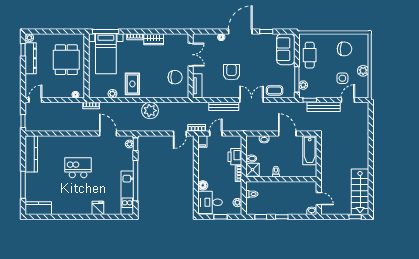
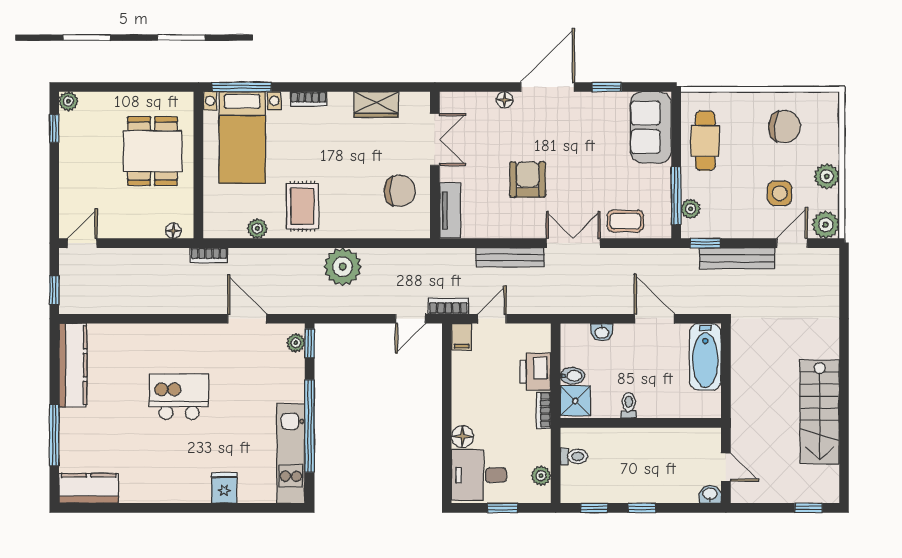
wardrobe: (154, 39) -> (376, 105), moved
dresser: (31, 58) -> (72, 148), removed
plant: (363, 92) -> (826, 225), added
stairs: (360, 192) -> (820, 412), moved

